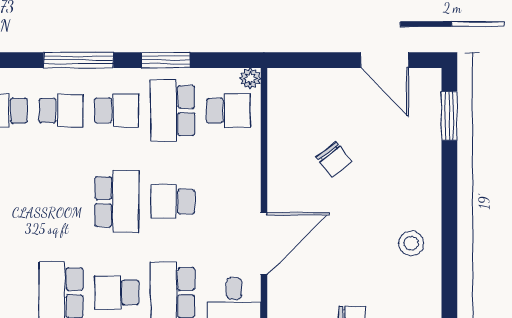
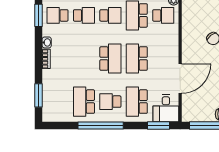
school desk: (173, 202) -> (137, 59), width x1.85

